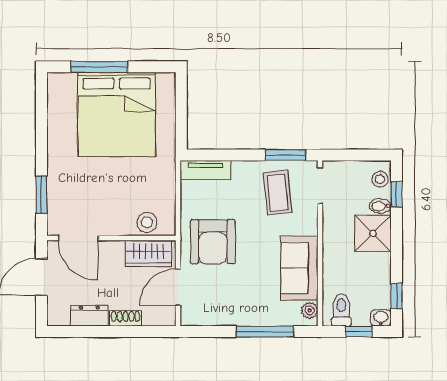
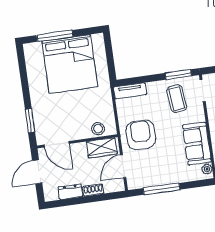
armchair: (213, 242) -> (141, 135), turned 180
window: (265, 332) -> (161, 189), moved

